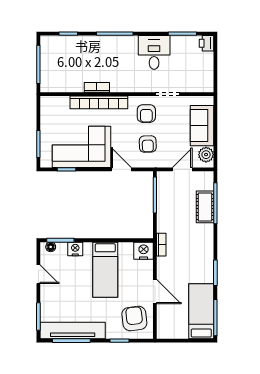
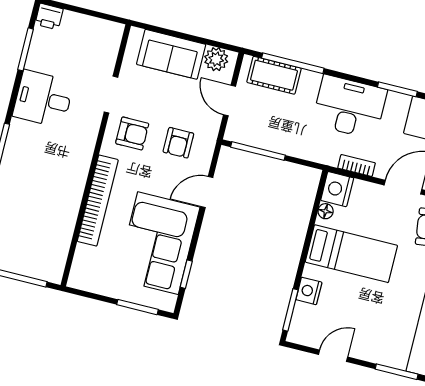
bookcase: (97, 87) -> (74, 198), removed
armchair: (148, 144) -> (178, 143), turned 92
cot: (205, 207) -> (274, 75), moved
bookcase: (161, 245) -> (357, 165), moved
desk: (197, 246) -> (349, 107), added
floor lamp: (51, 247) -> (326, 211), moved

